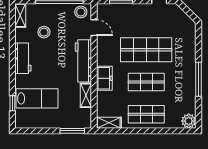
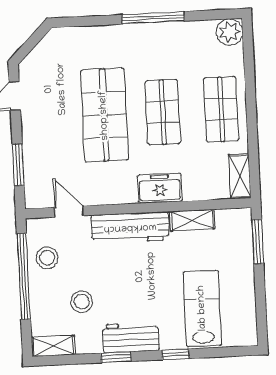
stool: (81, 12) -> (47, 258), moved
door: (94, 28) -> (69, 212), hinge flipped
window: (12, 50) -> (116, 357), added
window: (12, 103) -> (176, 354), moved

